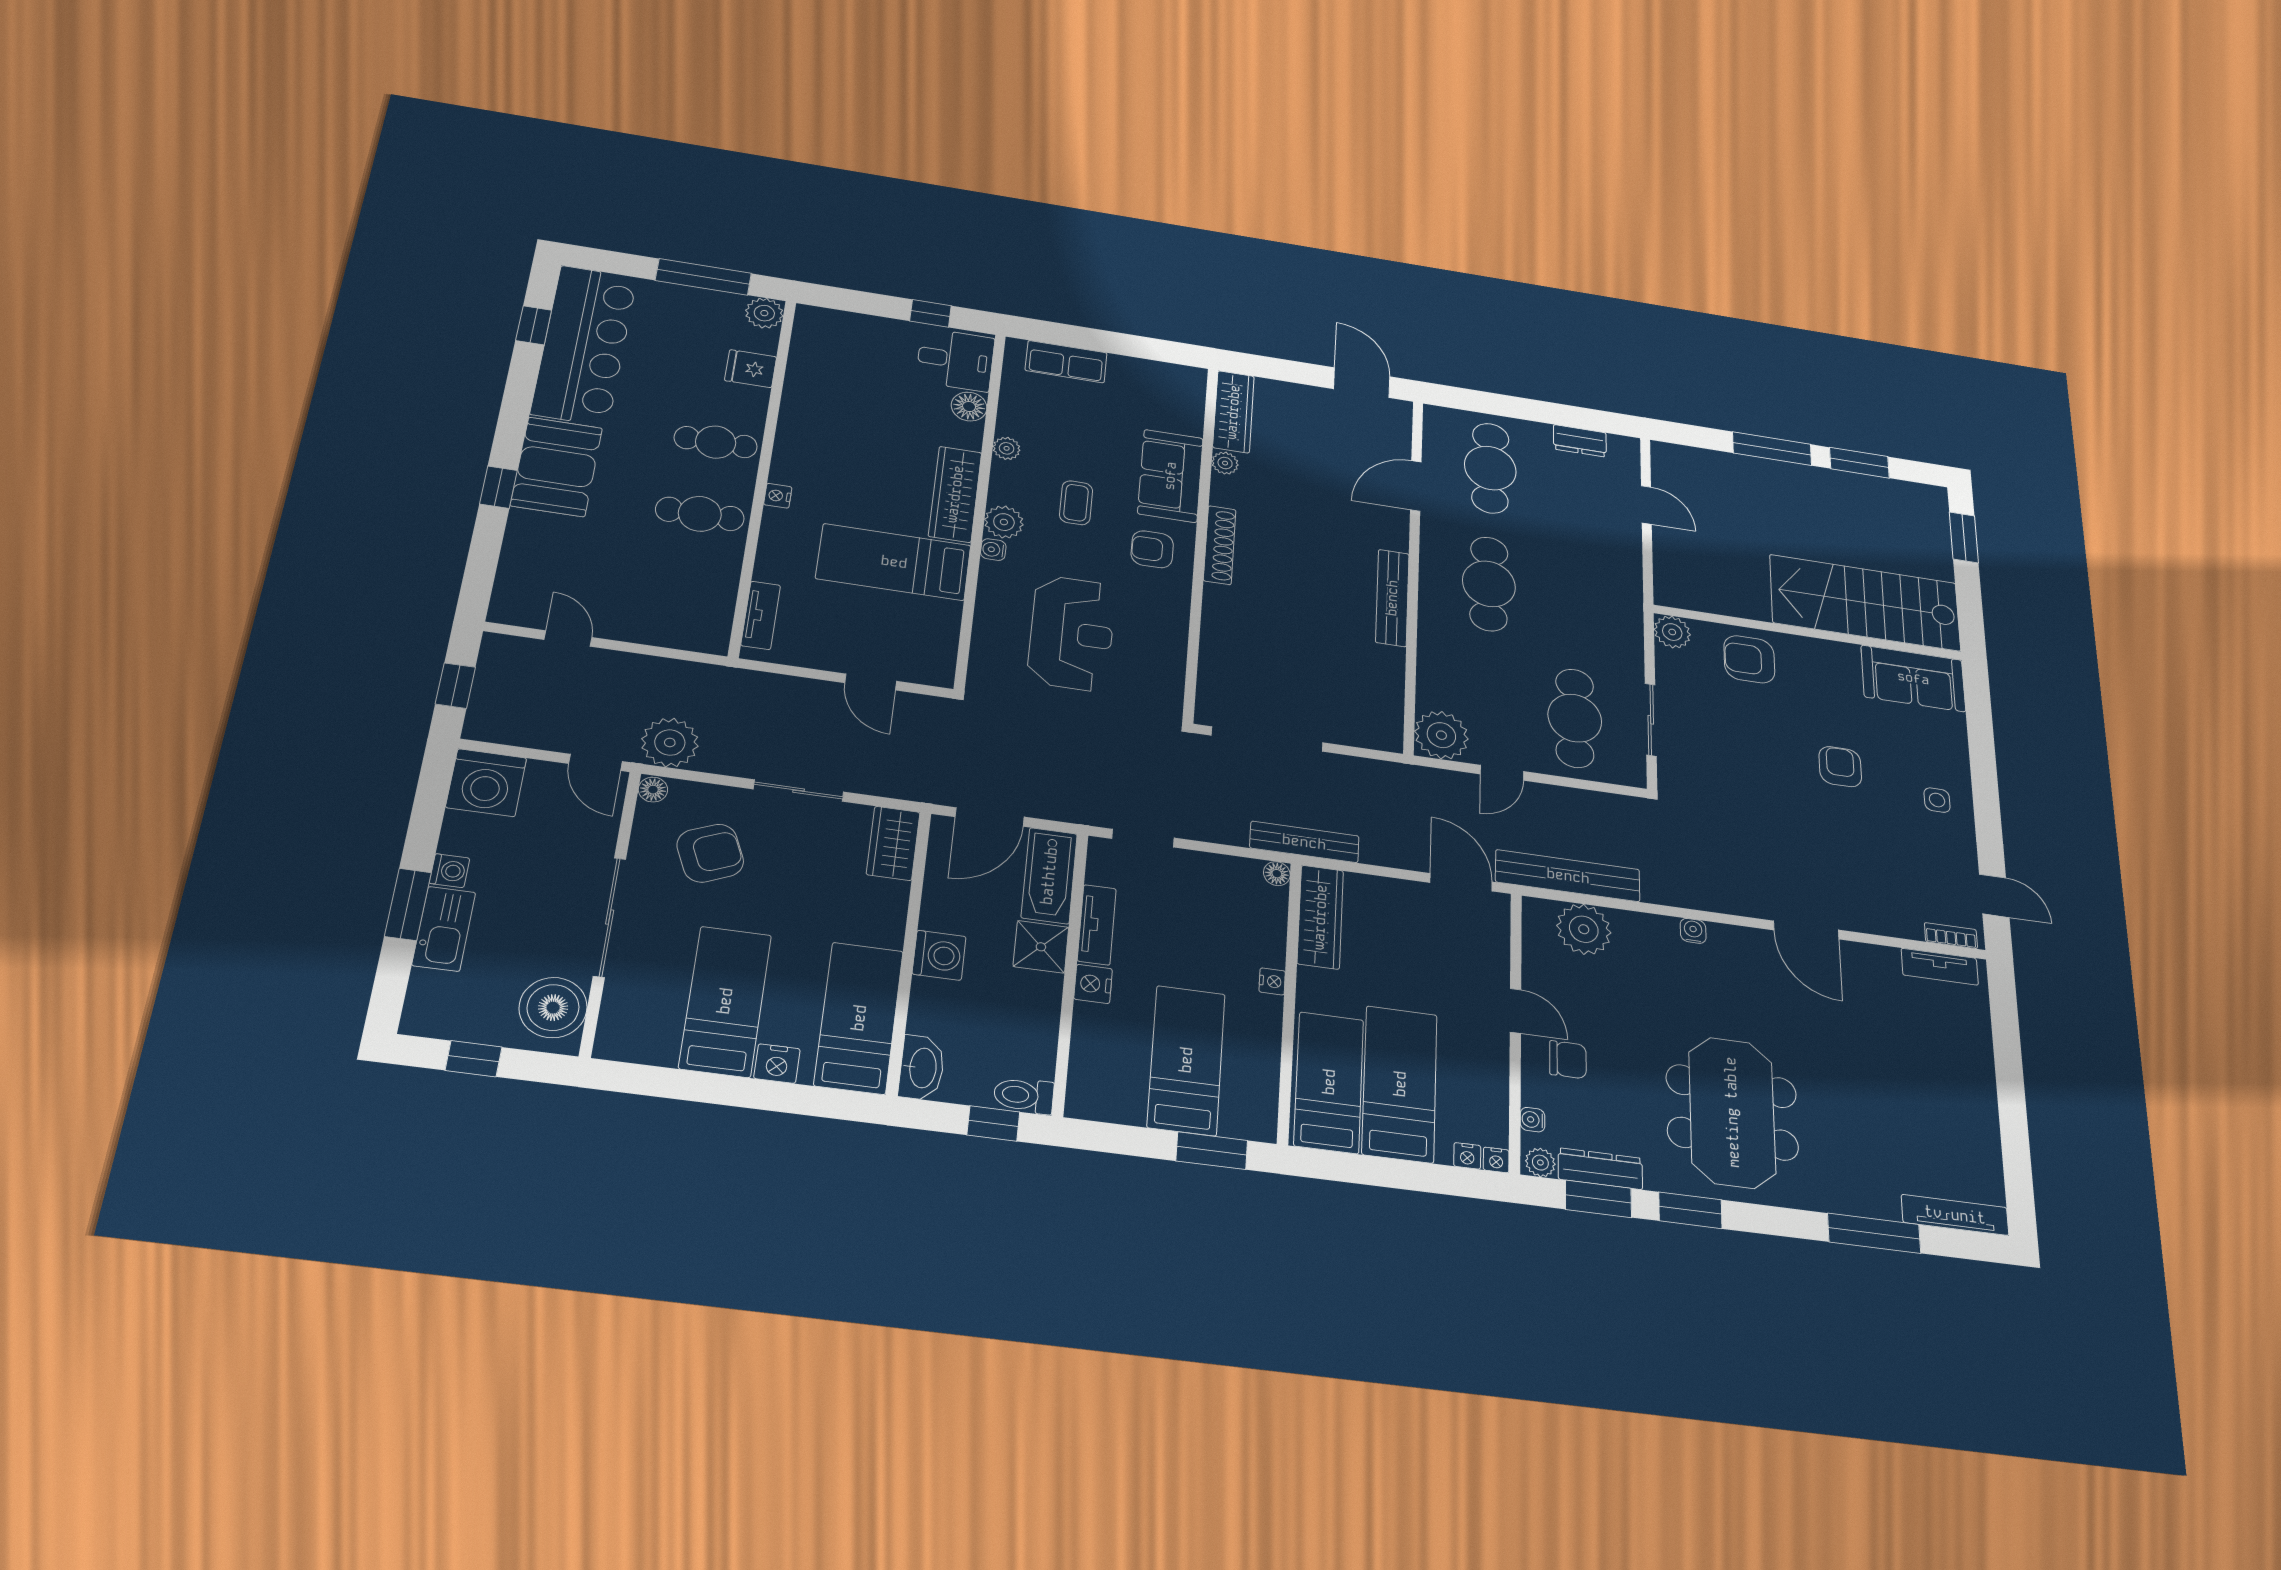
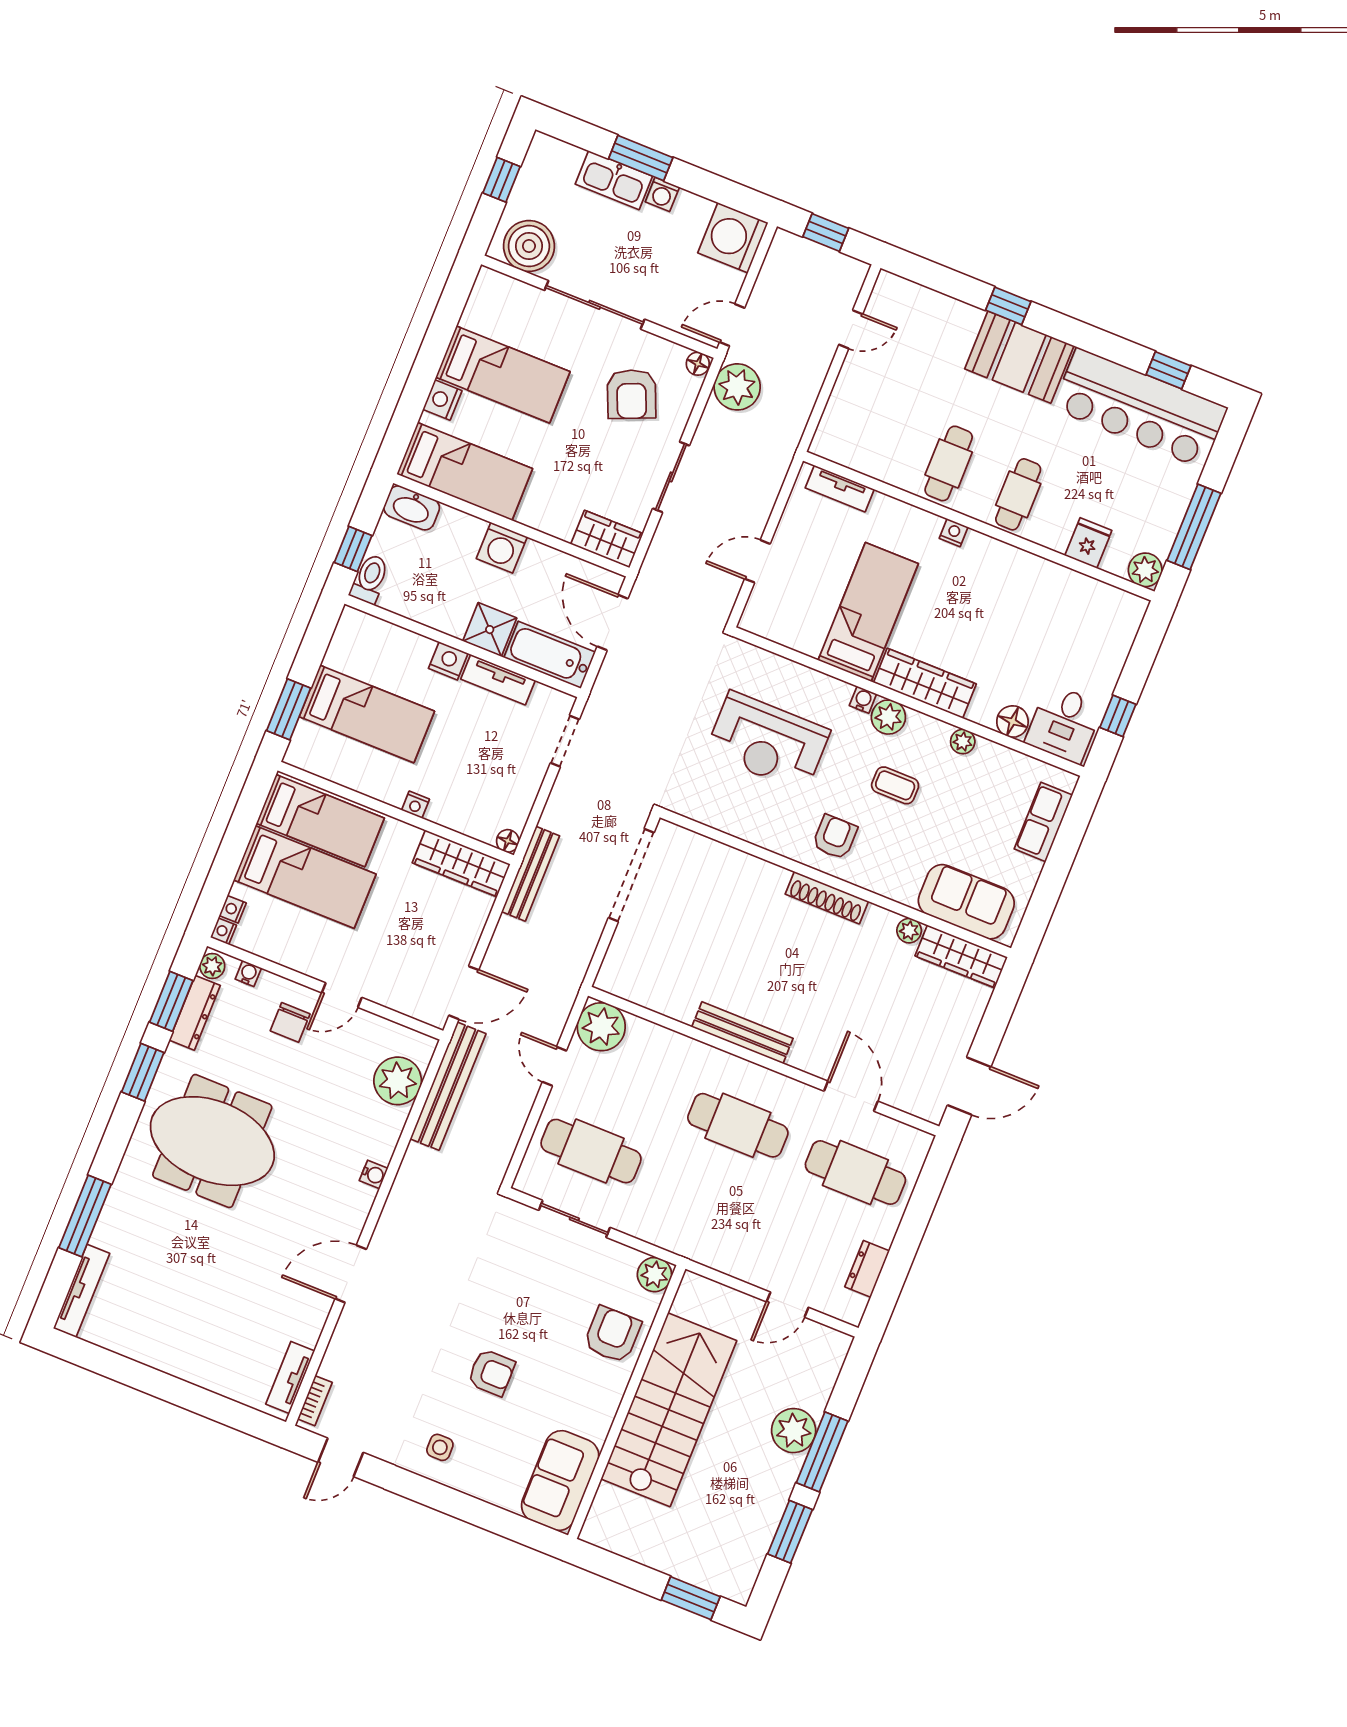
sofa: (1170, 476) -> (966, 902), moved
plant: (1764, 477) -> (794, 1431), added
stairs: (1865, 603) -> (669, 1410), moved

